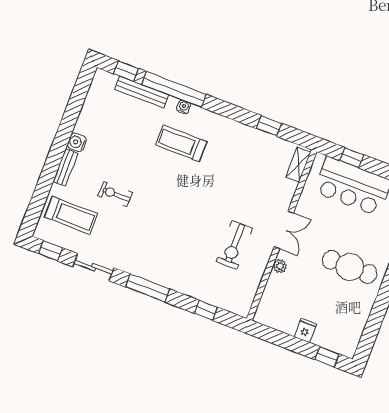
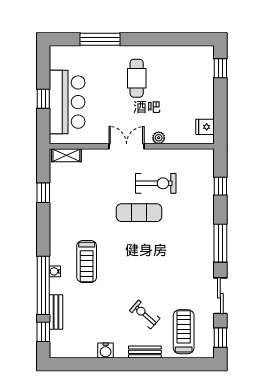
bench: (142, 92) -> (56, 312), width x0.73
water cooler: (77, 142) -> (106, 351), moved
window: (352, 158) -> (43, 99), moved
exercise bike: (115, 194) -> (145, 314), moved, turned 131
exercise mat: (211, 216) -> (139, 213), added
cafe table: (350, 267) -> (137, 78), width x0.73, depth x0.74
fridge: (305, 330) -> (205, 127), moved

